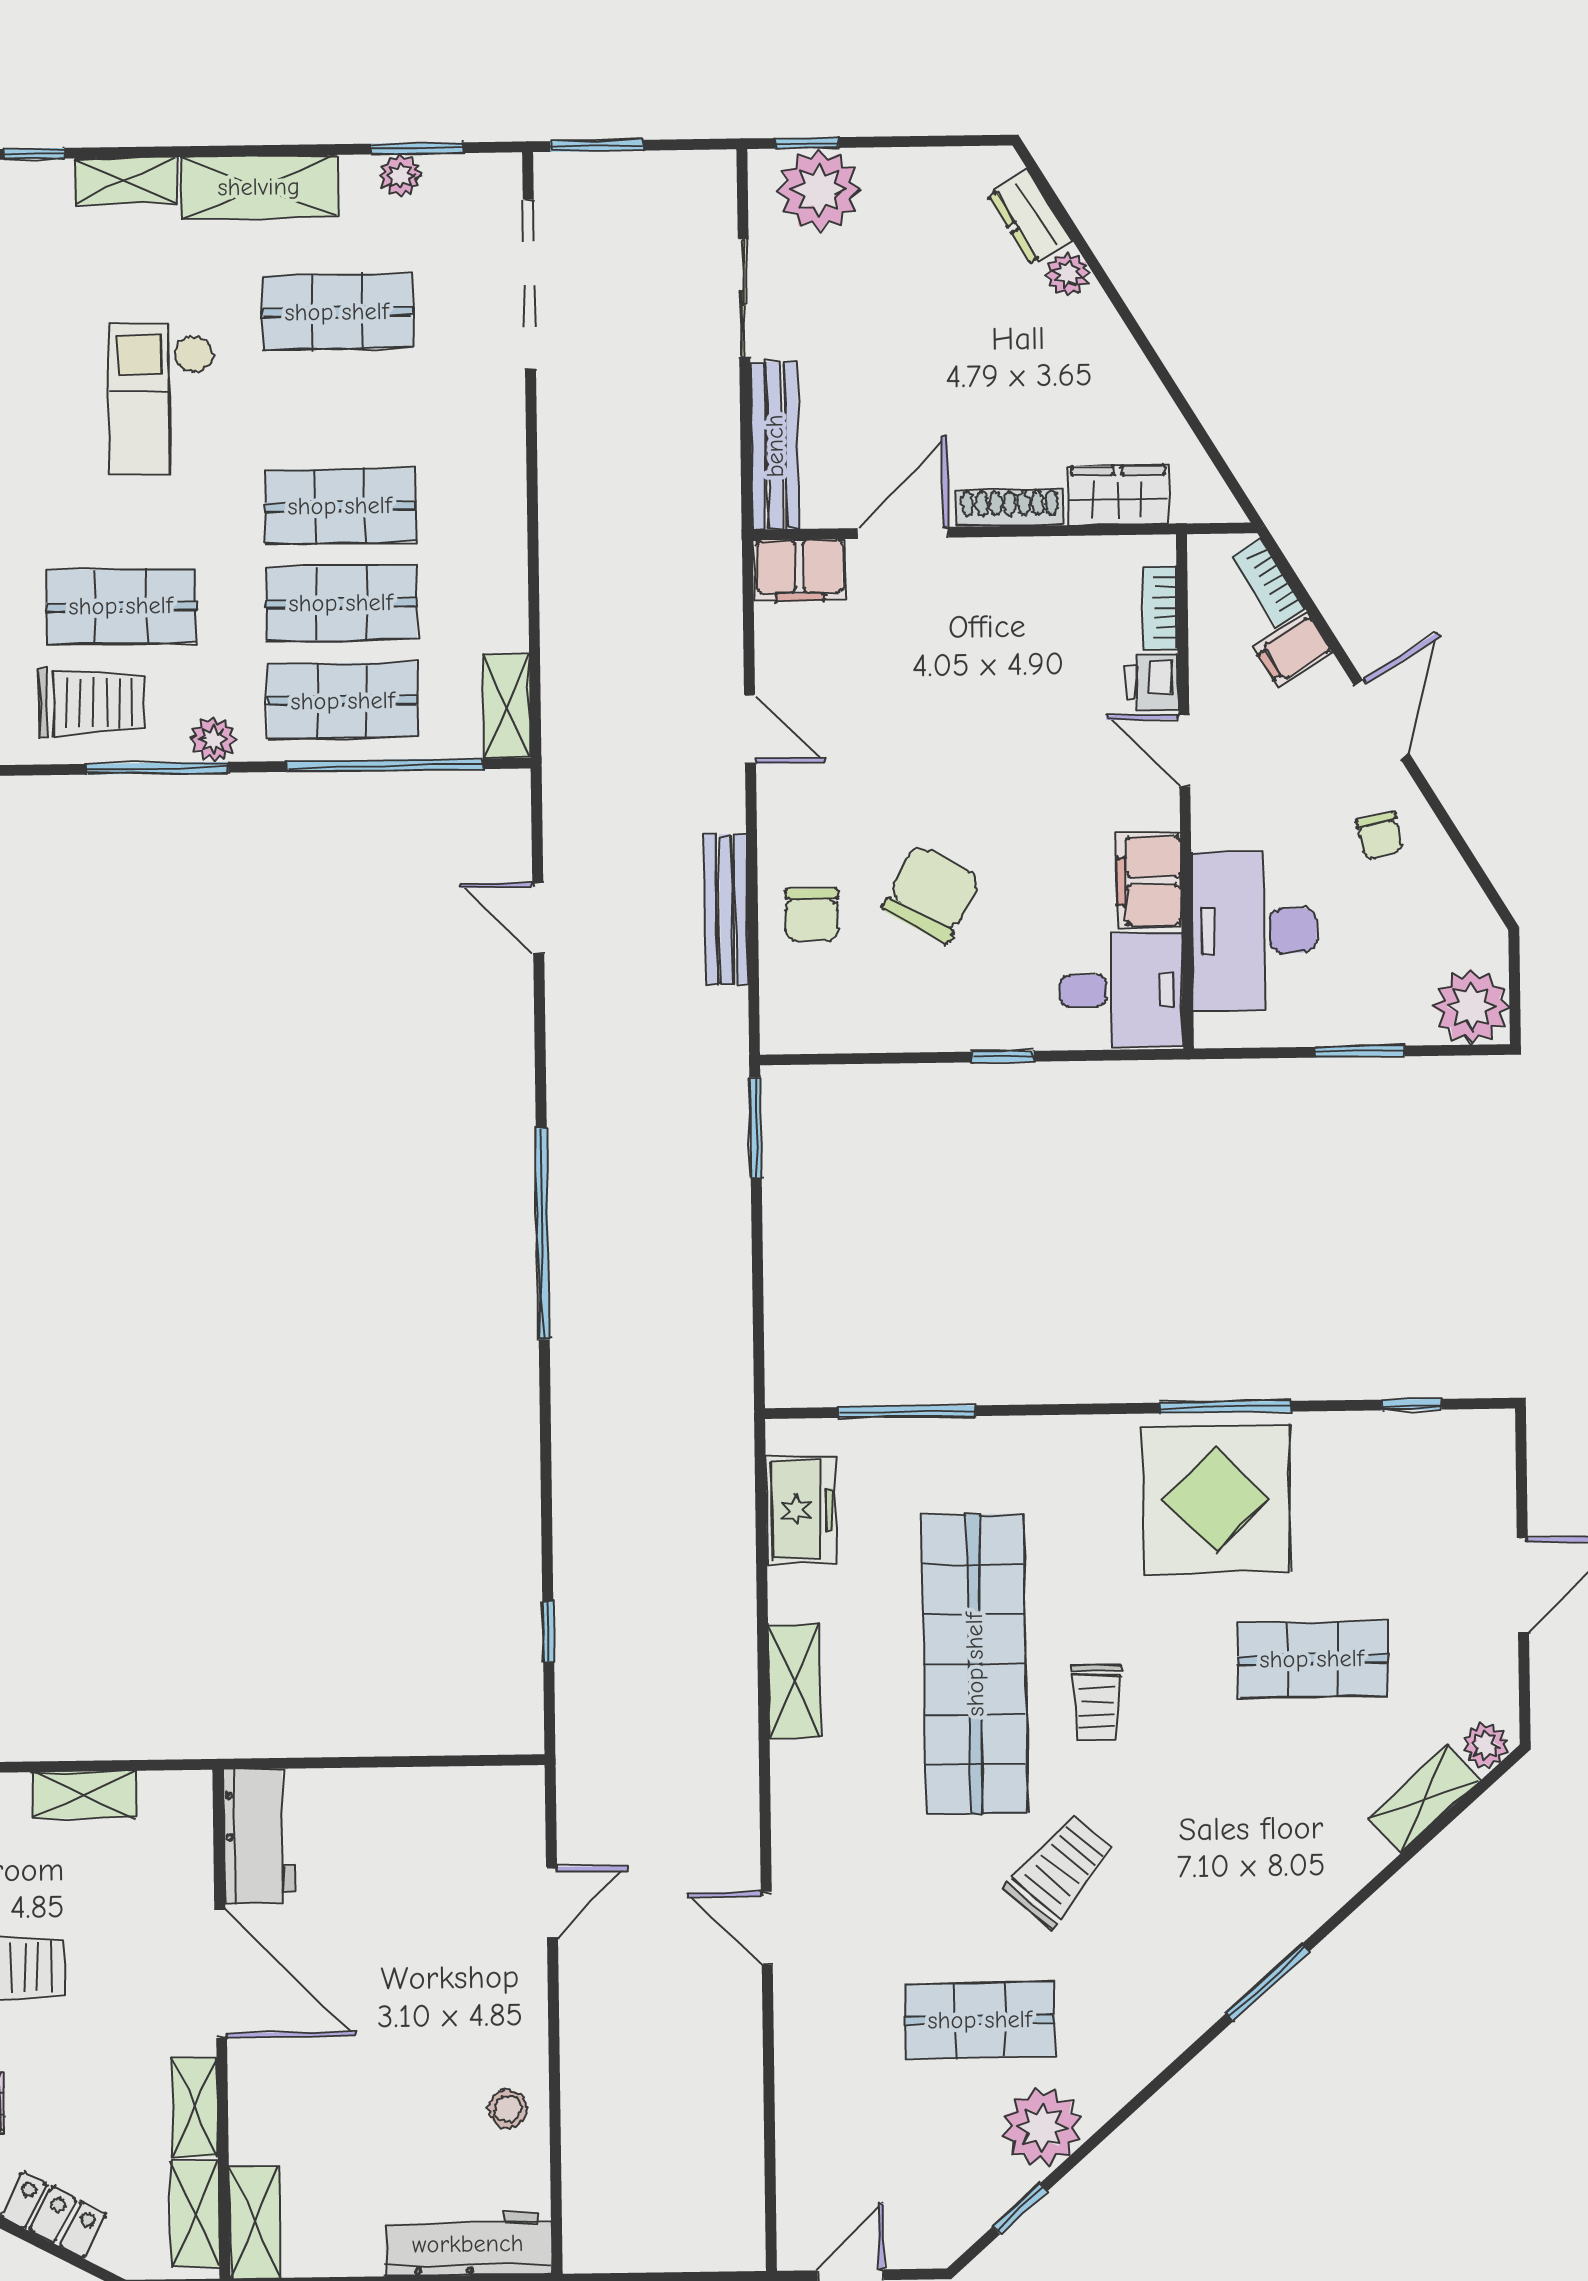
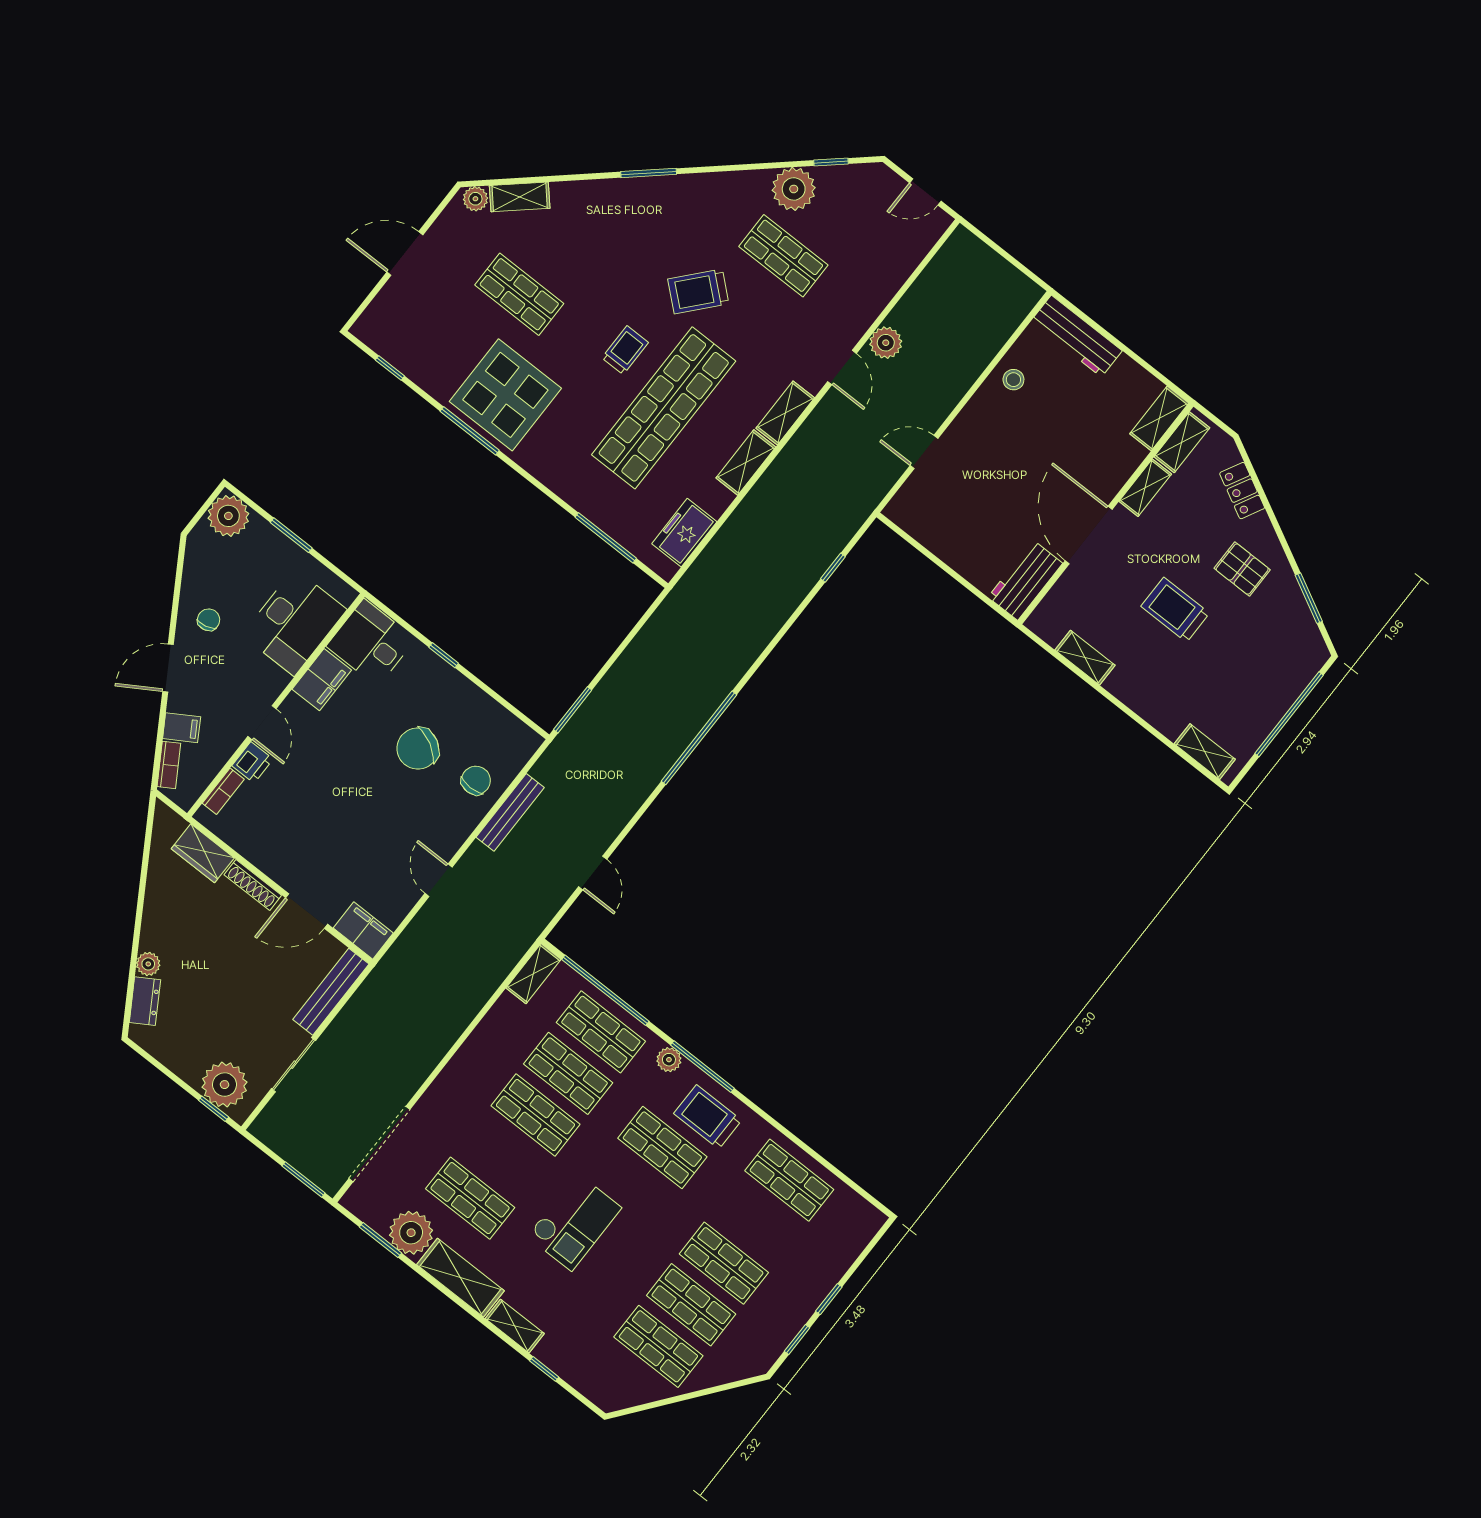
plant: (400, 175) -> (411, 1233), width x1.88, depth x1.88
shelving: (795, 1798) -> (785, 413), added
plant: (733, 2014) -> (886, 343), added

